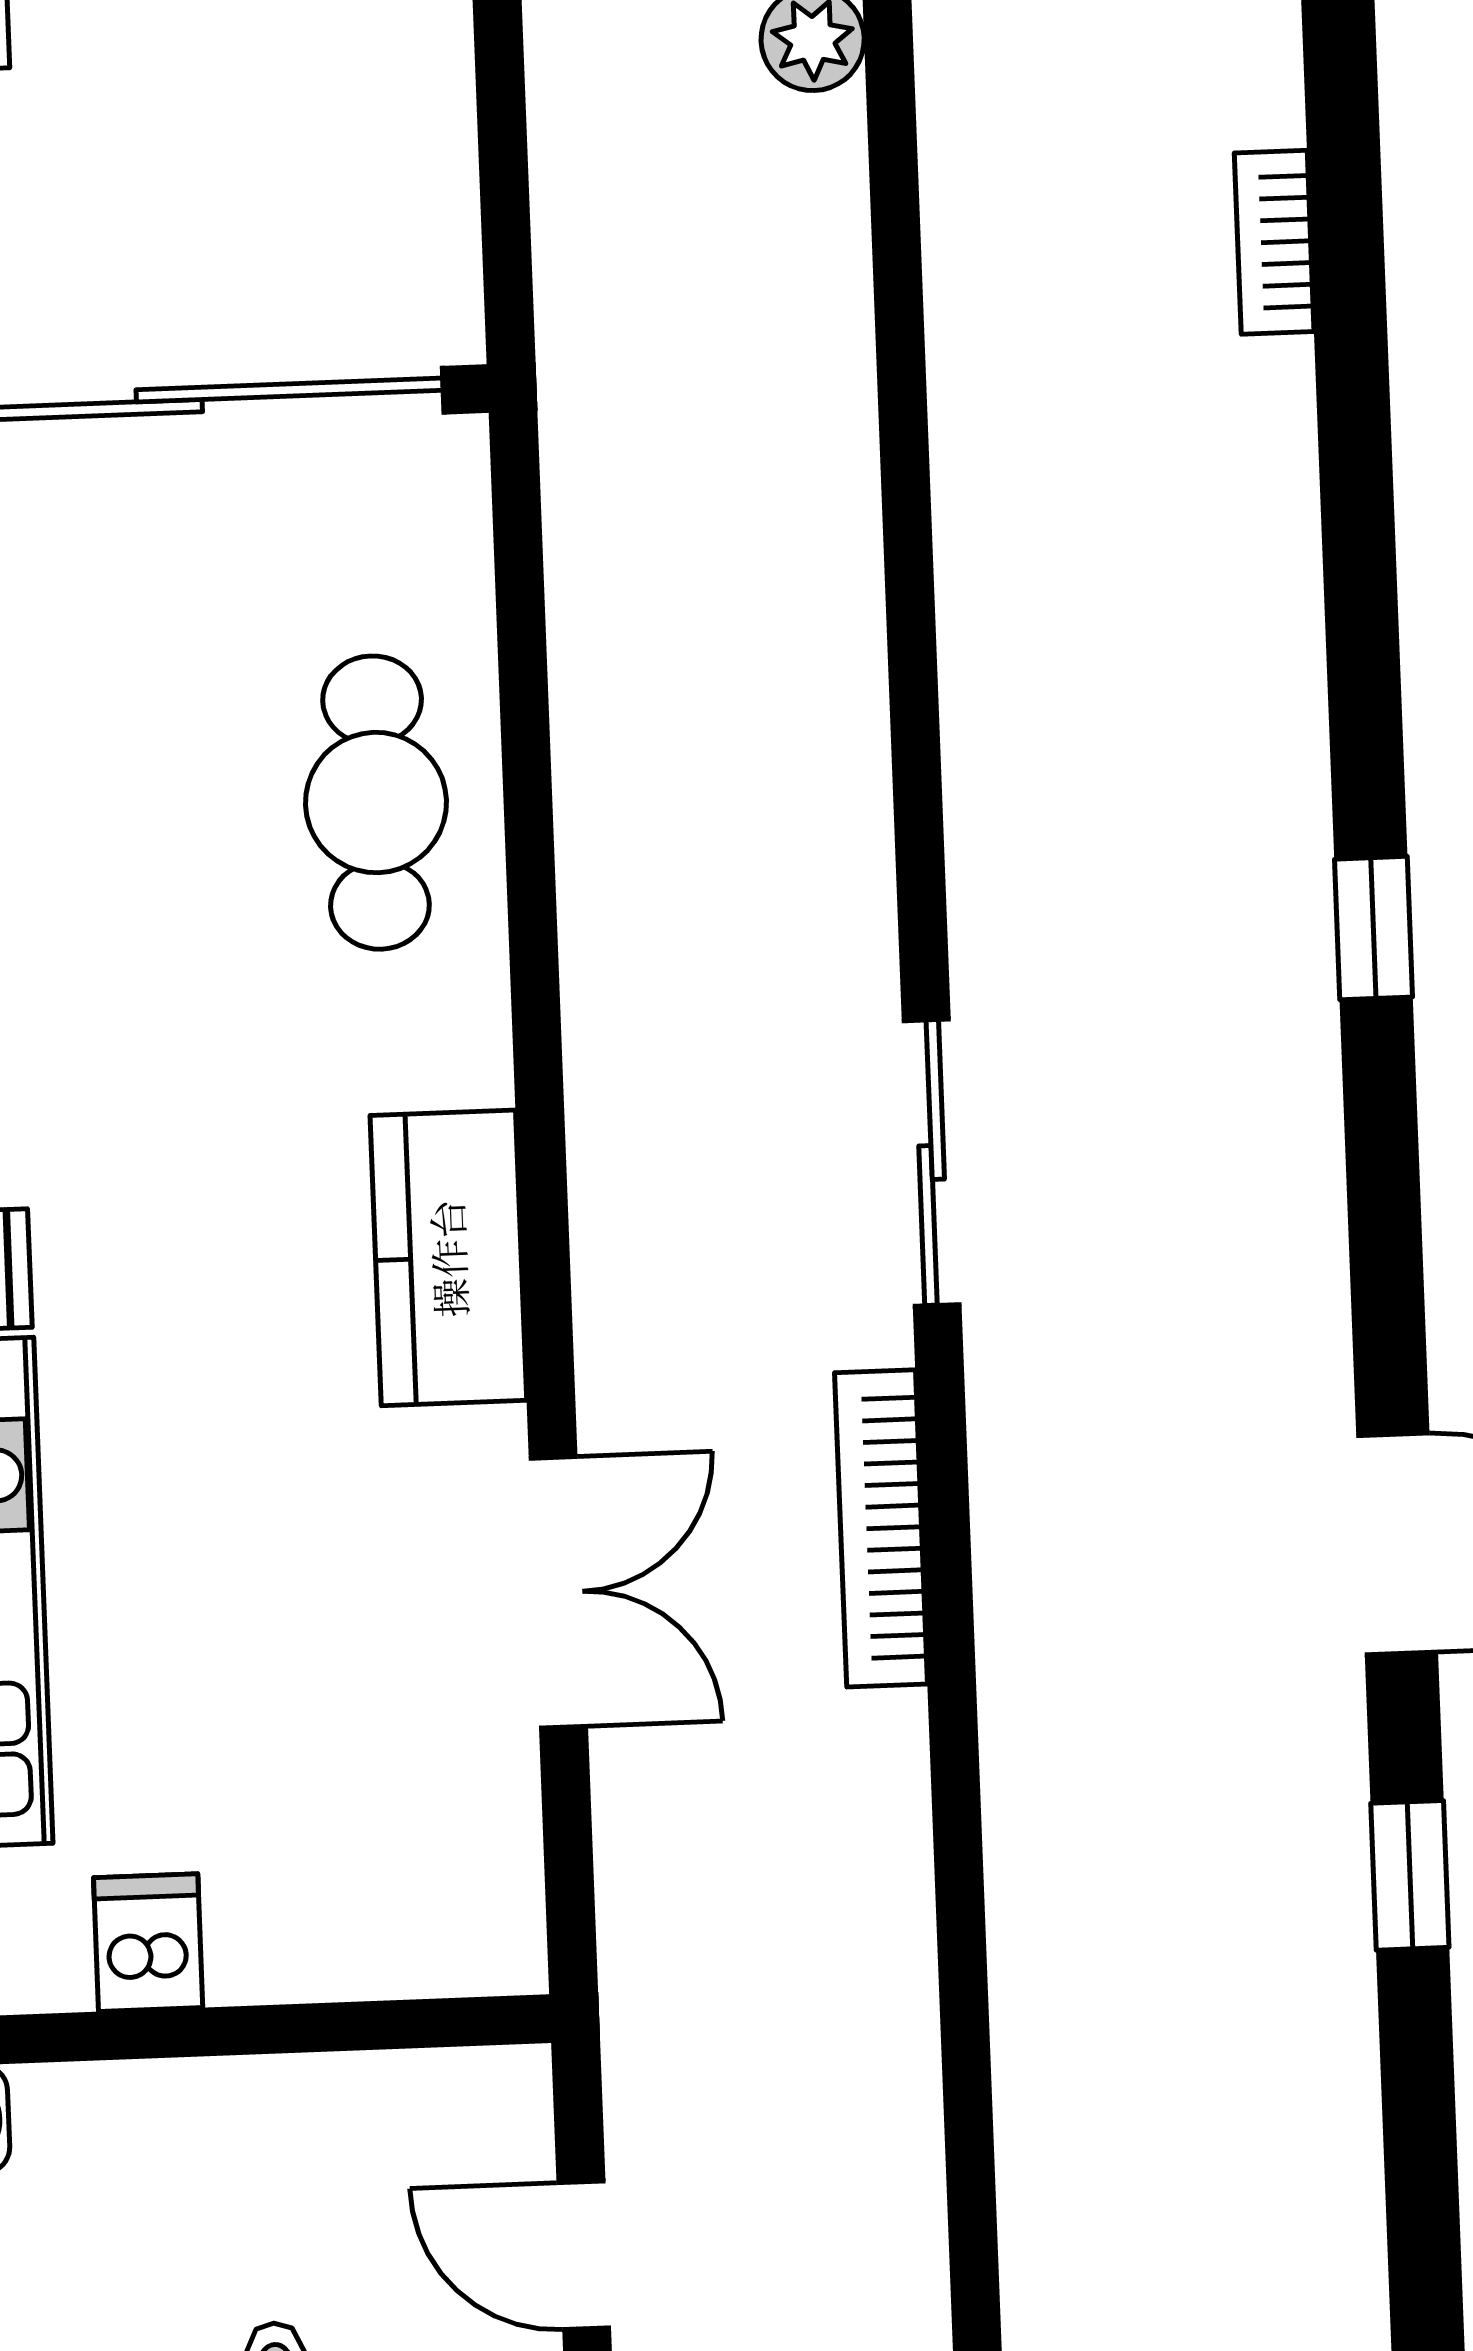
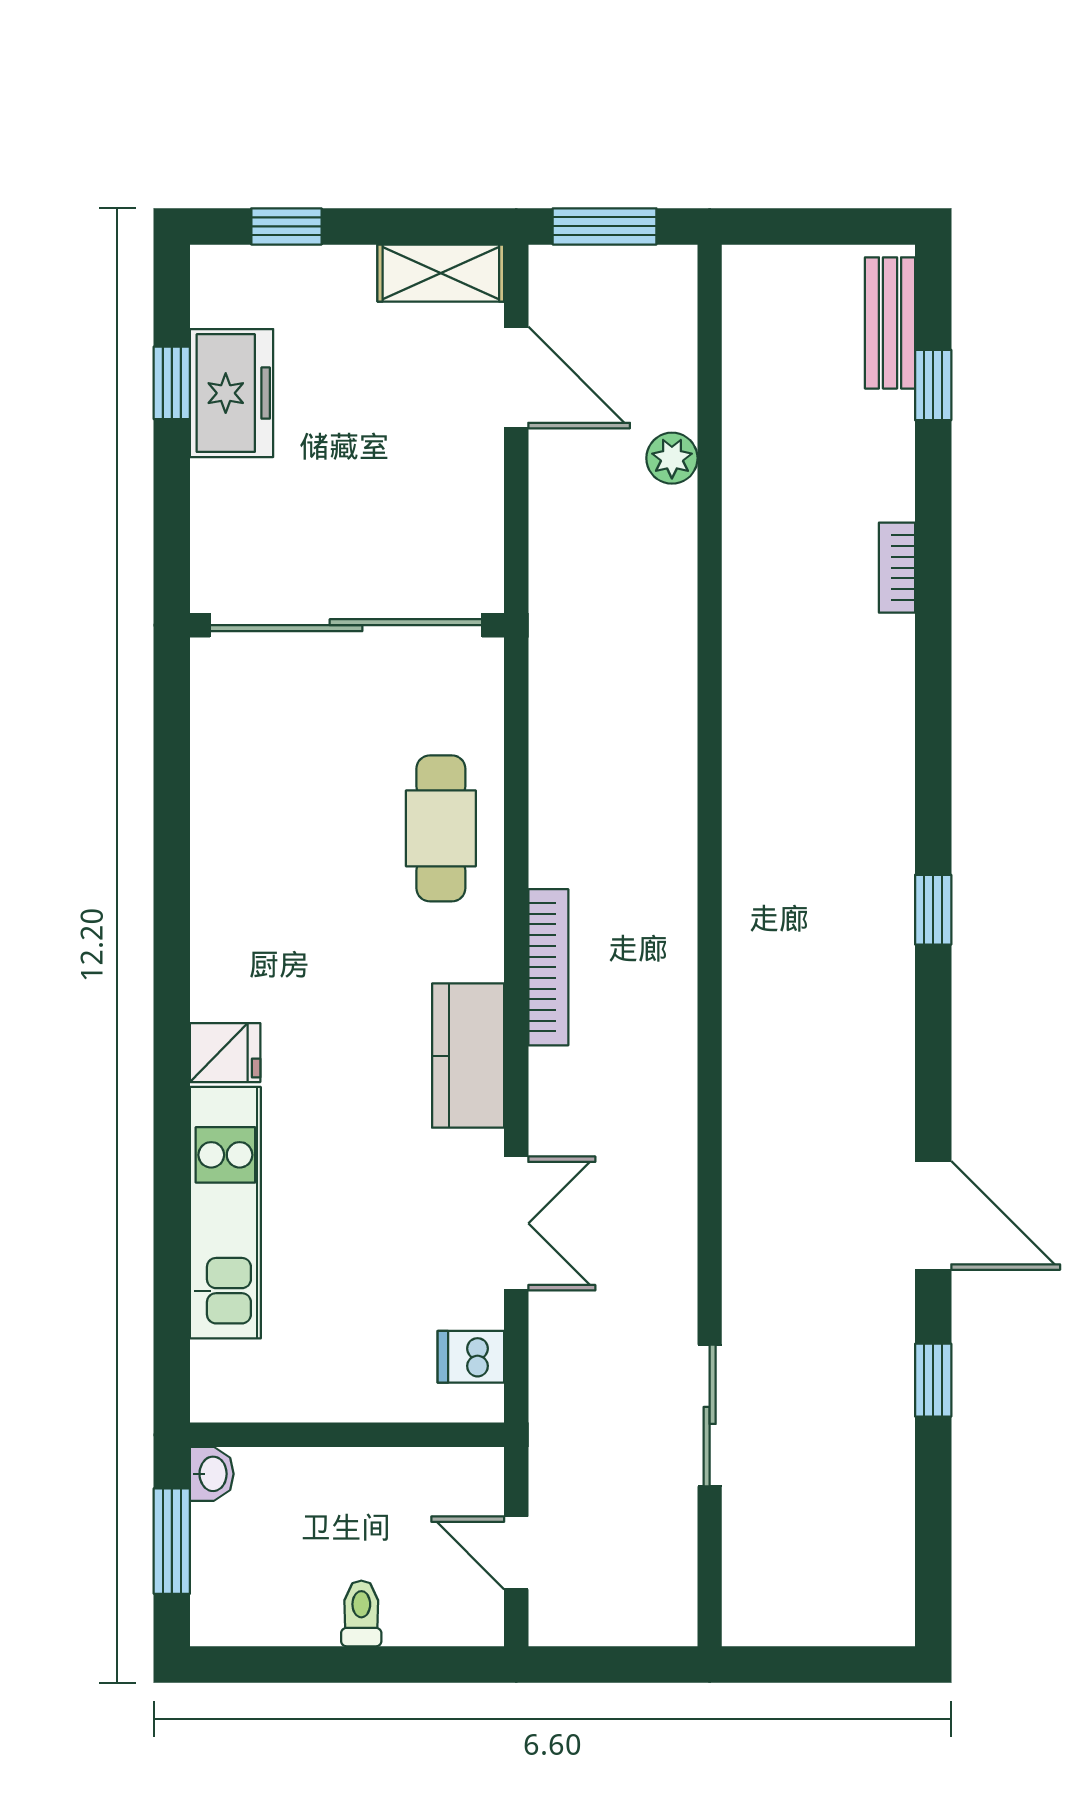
sliding door: (932, 1163) -> (710, 1415), moved
bookcase: (881, 1528) -> (548, 967), moved, turned 180
dishwasher: (148, 1943) -> (471, 1357), moved, turned -90

